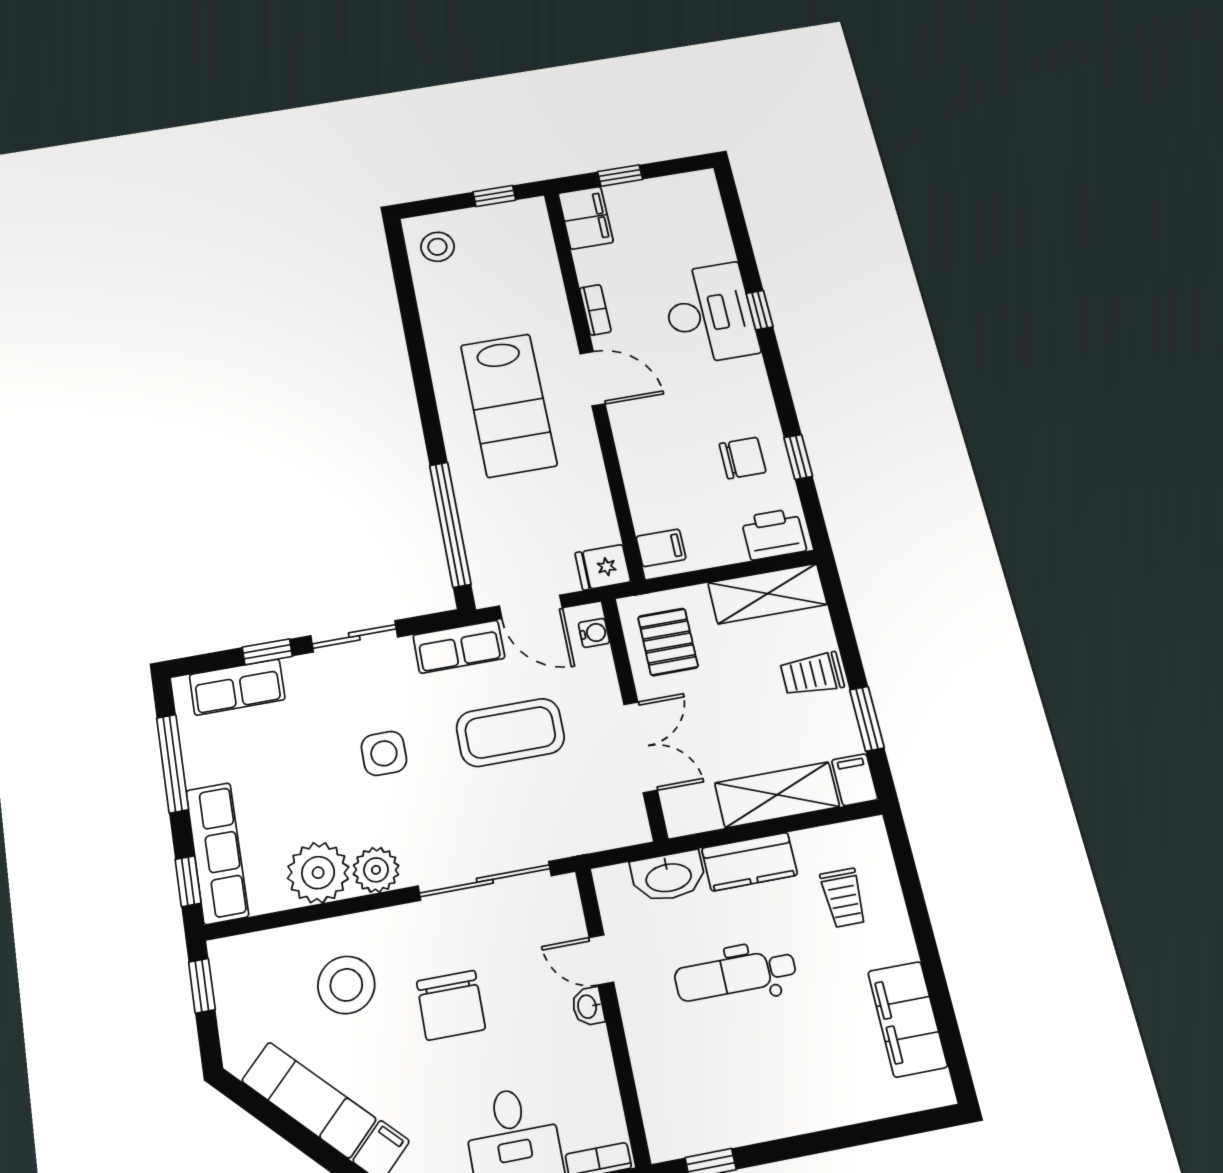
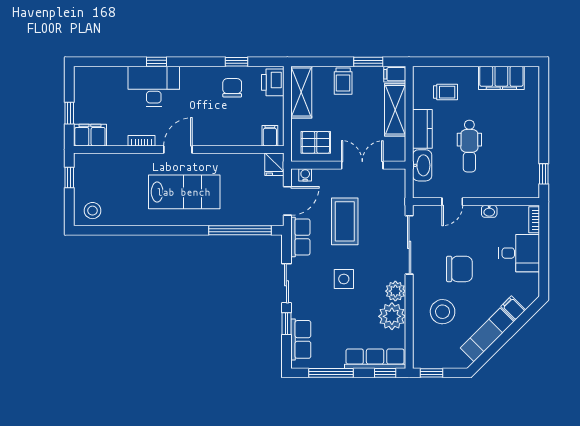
washbasin: (588, 1006) -> (489, 211), moved

